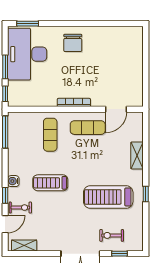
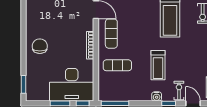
chair: (73, 43) -> (40, 46), turned -90
desk: (27, 54) -> (72, 85), moved

